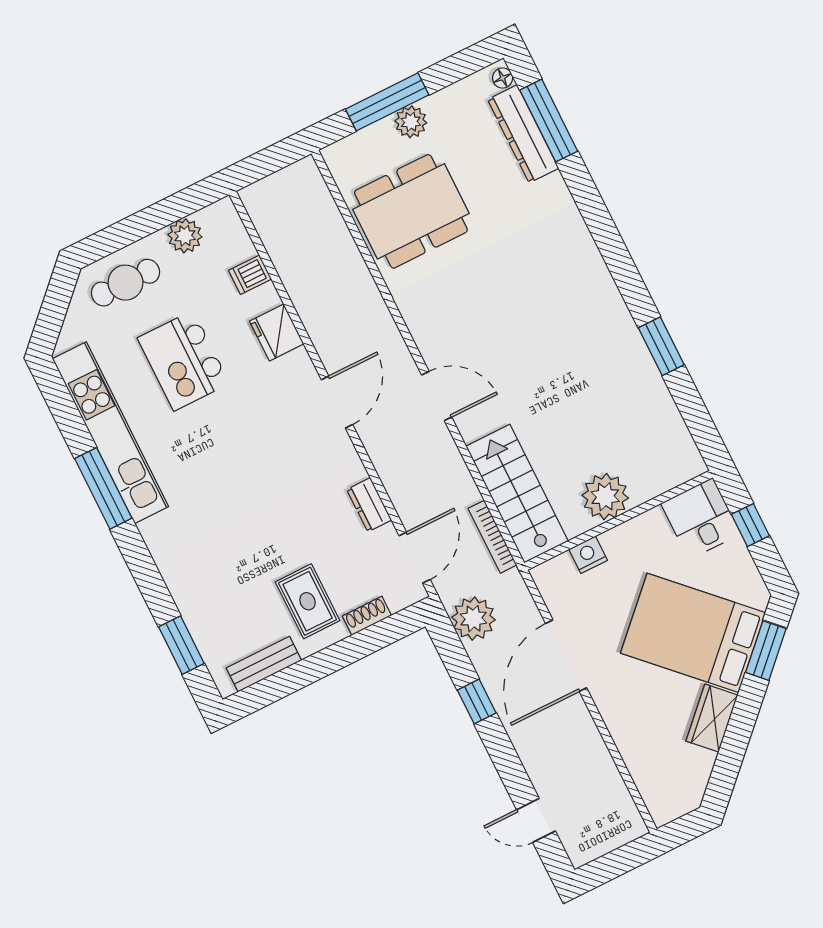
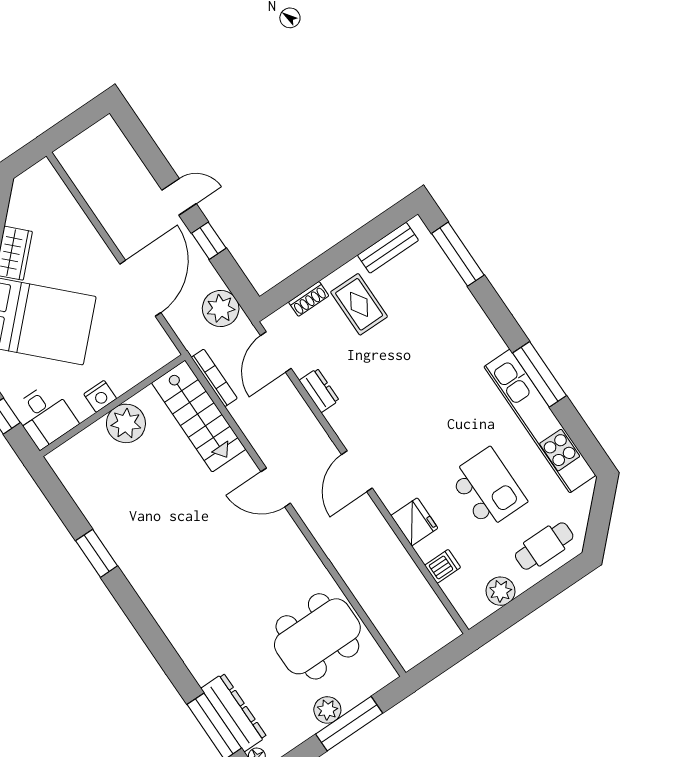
nightstand: (588, 555) -> (100, 396), moved
window: (181, 645) -> (458, 254), width x1.44
door: (536, 820) -> (179, 197), moved

